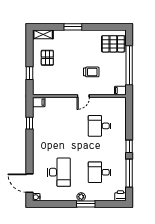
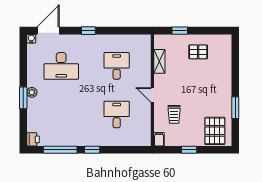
window: (73, 27) -> (235, 108), moved
shelving: (43, 34) -> (159, 61), moved
window: (129, 65) -> (189, 150), width x0.32
trolley: (91, 72) -> (174, 114), moved
filing cabinet: (39, 102) -> (145, 42), removed
window: (30, 123) -> (88, 31), moved
desk: (100, 172) -> (117, 66), moved

